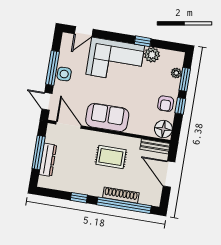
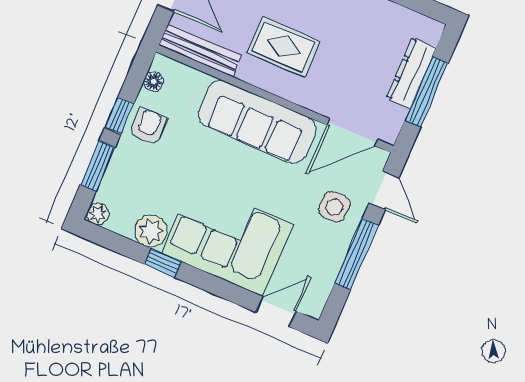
plant: (176, 73) -> (98, 214), moved
side table: (64, 74) -> (334, 207), moved
sofa: (107, 117) -> (257, 122), width x1.36
door: (69, 125) -> (352, 132), hinge flipped
floor lamp: (163, 129) -> (154, 82), width x0.53, depth x0.53
bench: (155, 146) -> (200, 51), width x1.36

